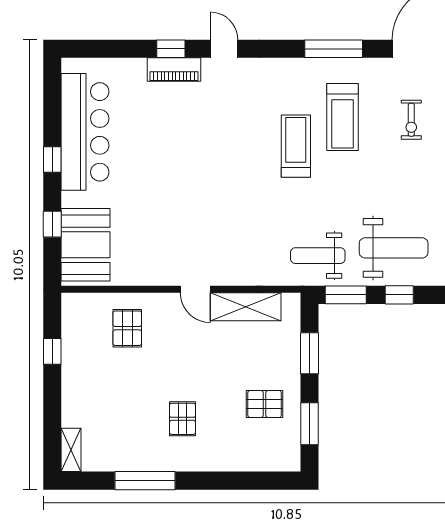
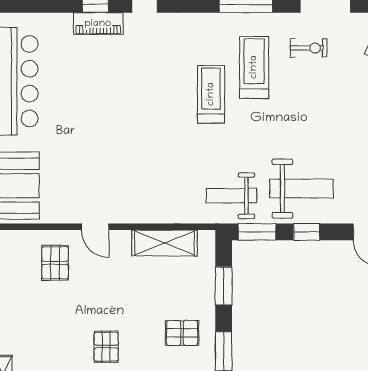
treadmill: (342, 117) -> (254, 67), turned 180
exercise bike: (411, 120) -> (309, 48), moved, turned -90
door: (195, 289) -> (95, 227), moved

